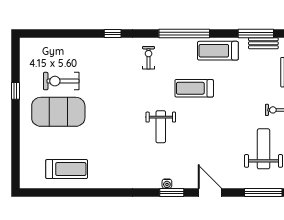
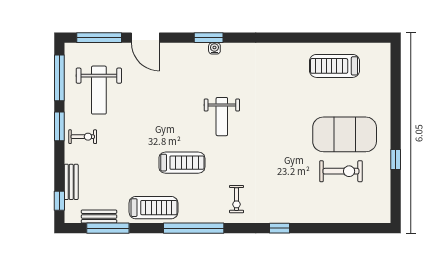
weight bench: (161, 127) -> (222, 117), turned 180
door: (210, 193) -> (145, 38), moved

